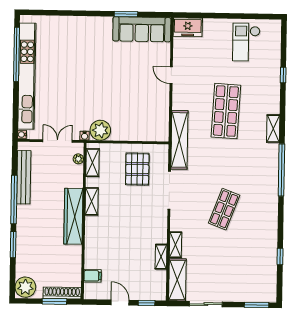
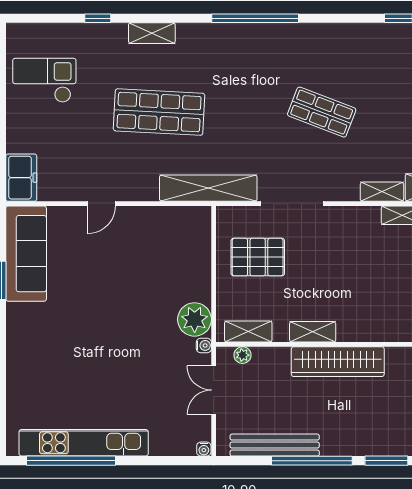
checkout: (246, 42) -> (44, 80), turned 180
kitchen unit: (27, 76) -> (84, 443), width x0.73
shelving: (273, 129) -> (152, 33), moved

